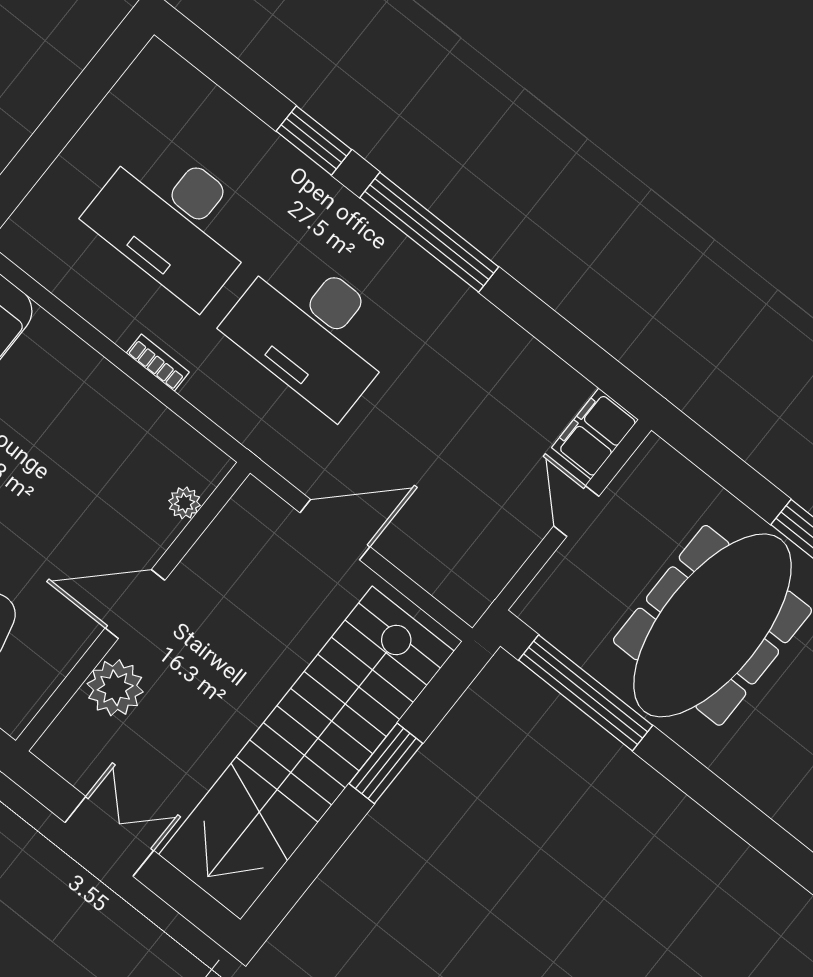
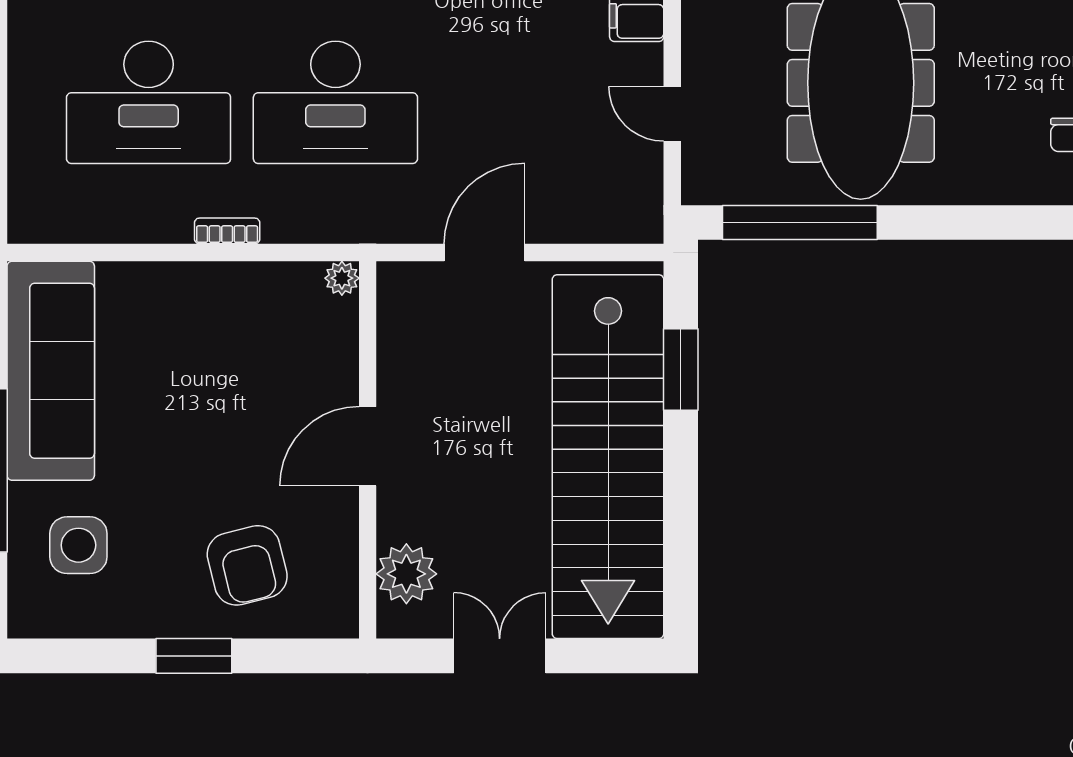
plant: (184, 503) -> (342, 278), moved
door: (576, 511) -> (672, 114), moved
plant: (115, 688) -> (406, 574), moved
window: (386, 763) -> (681, 369), moved

